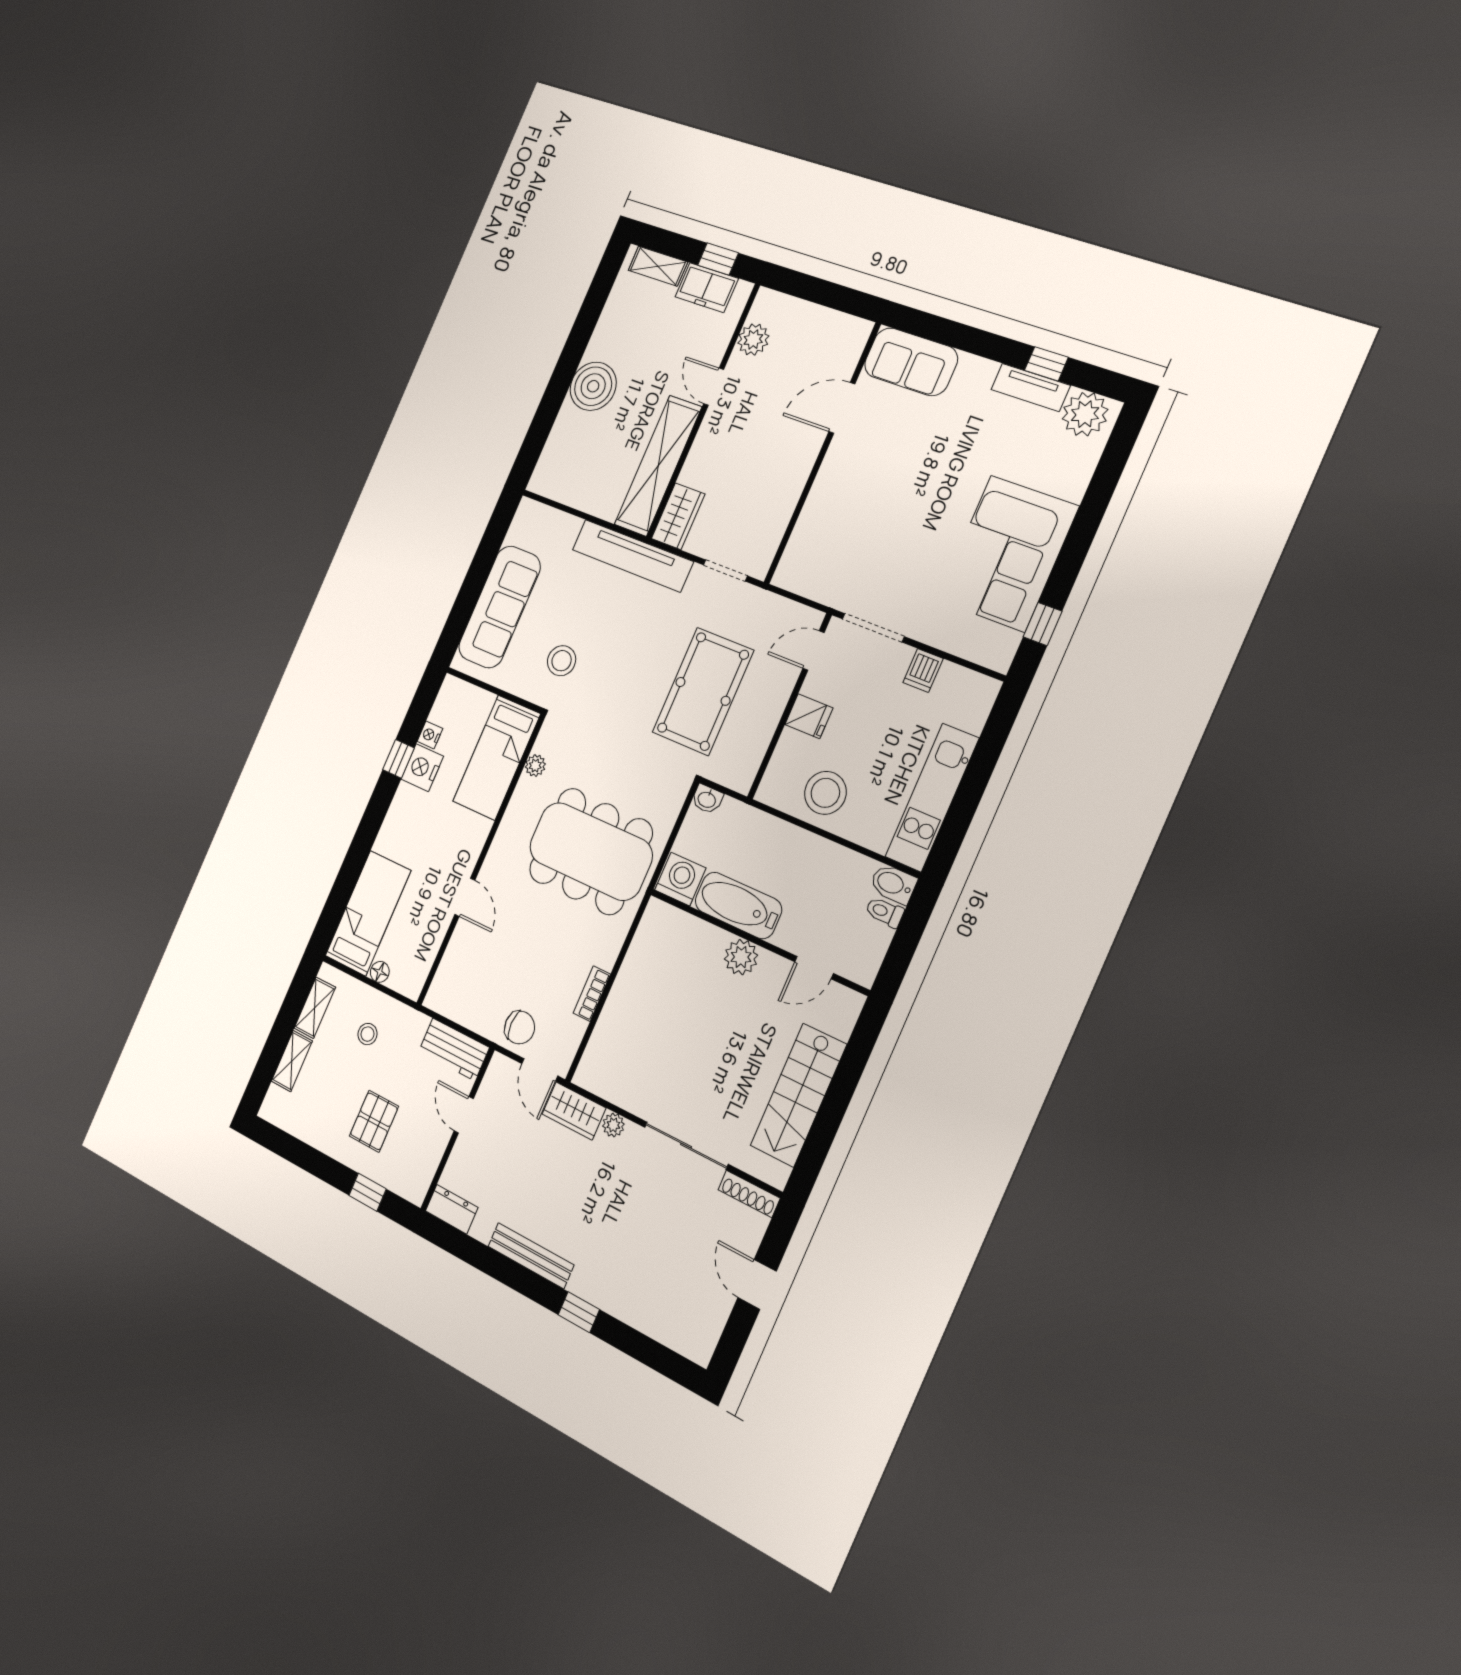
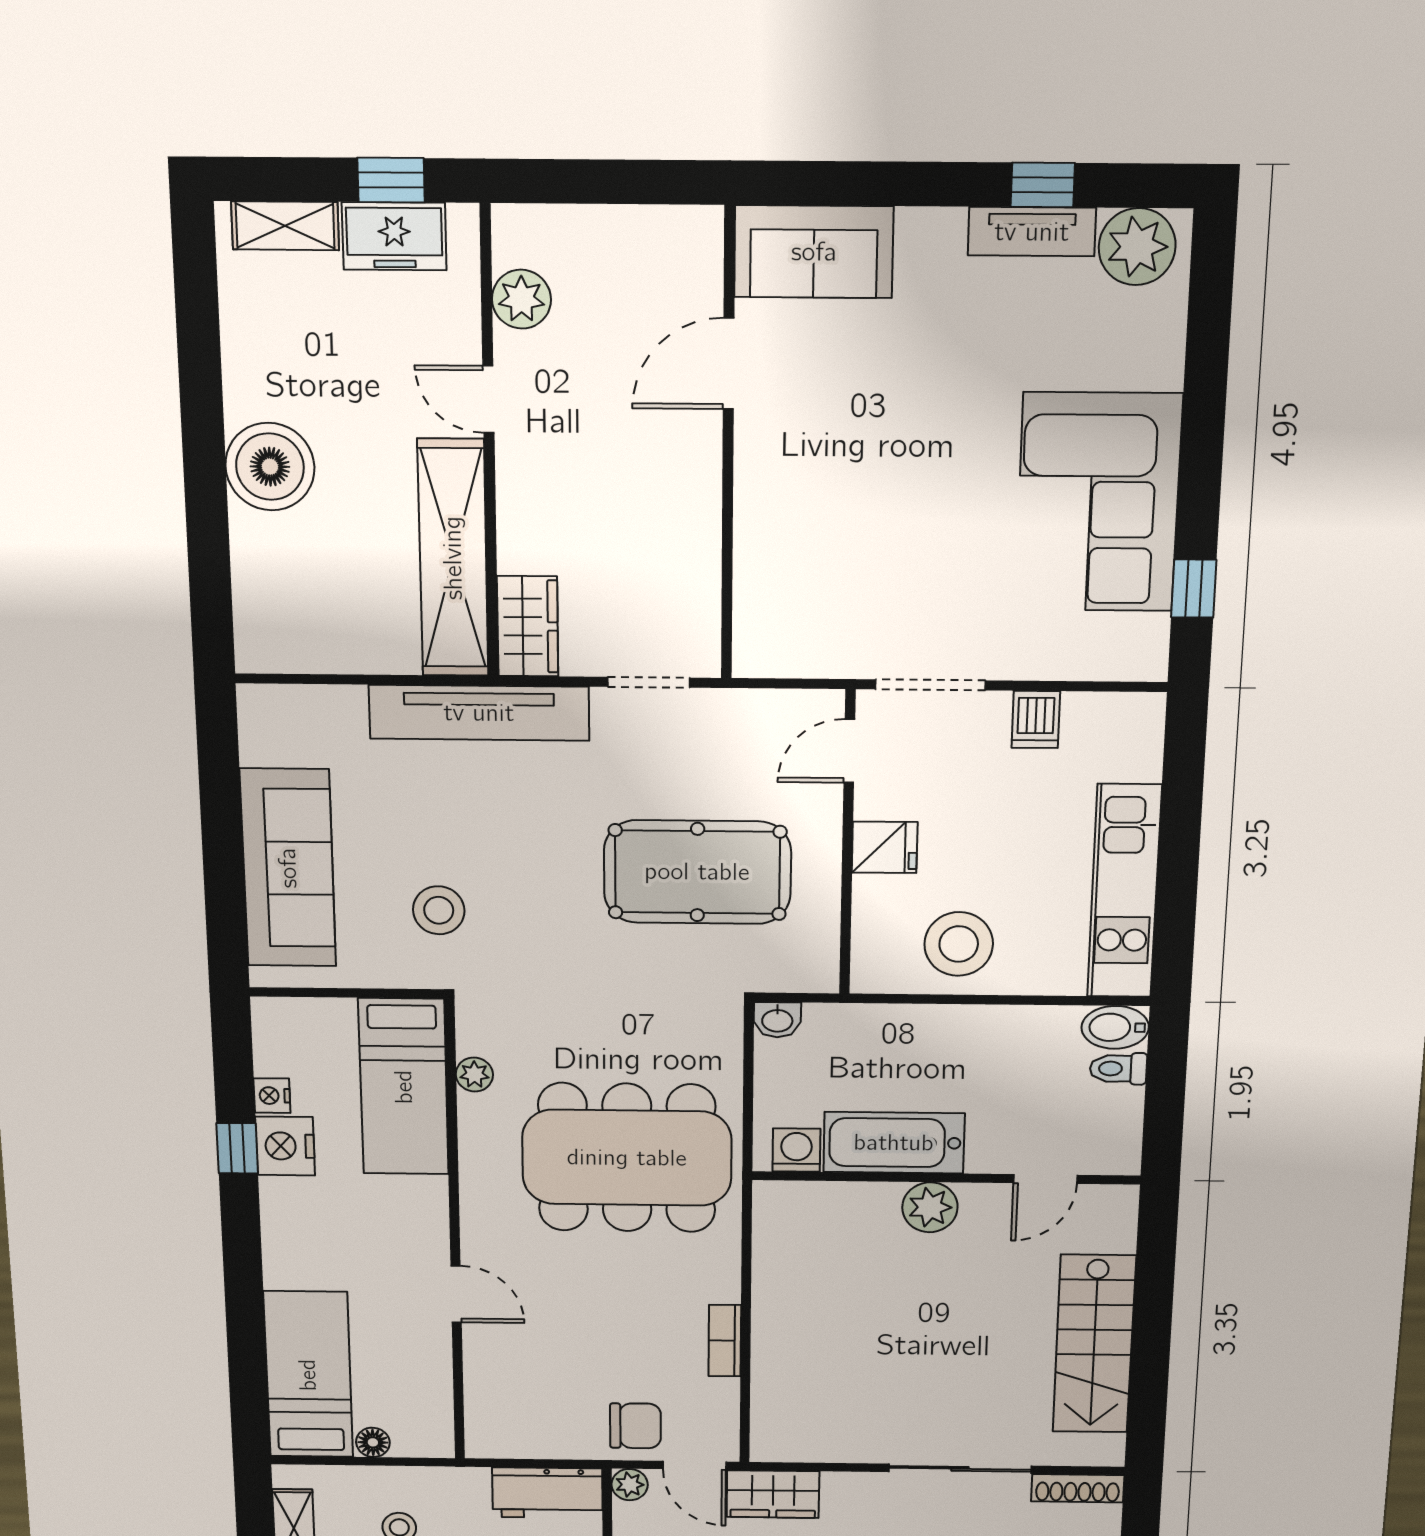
pool table: (703, 691) -> (697, 872), turned 90
washing machine: (680, 879) -> (796, 1150), width x0.73, depth x0.73
plant: (613, 1125) -> (630, 1485), moved

